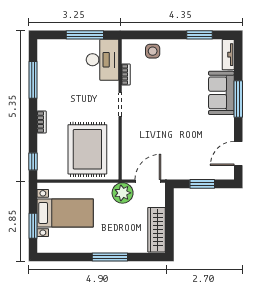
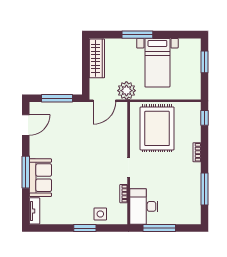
window: (199, 35) -> (85, 228), moved
window: (202, 184) -> (57, 98), width x1.44
bed with nightstands: (65, 213) -> (157, 63), moved, turned -90

